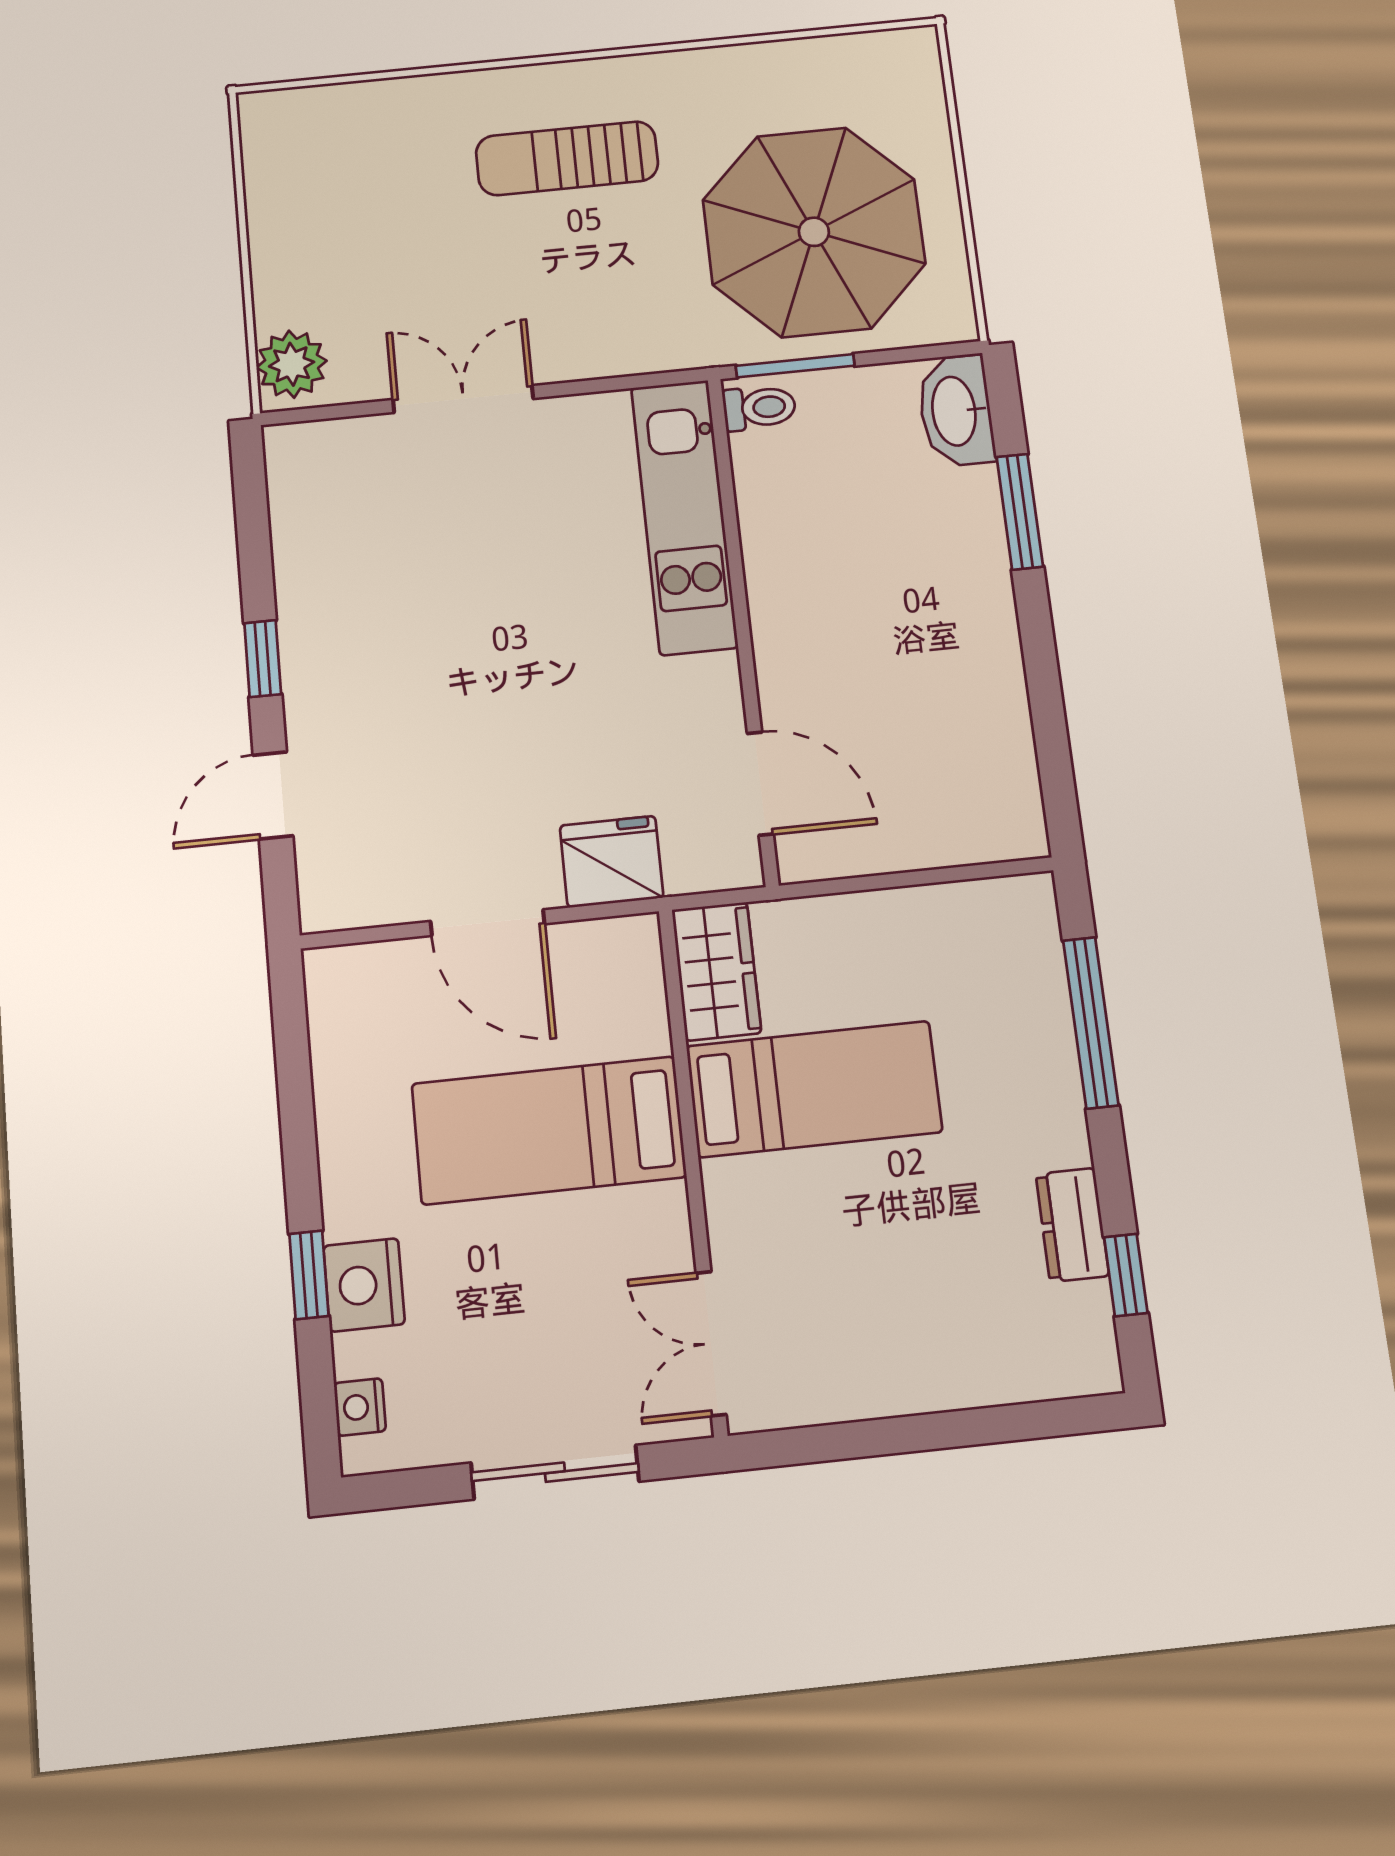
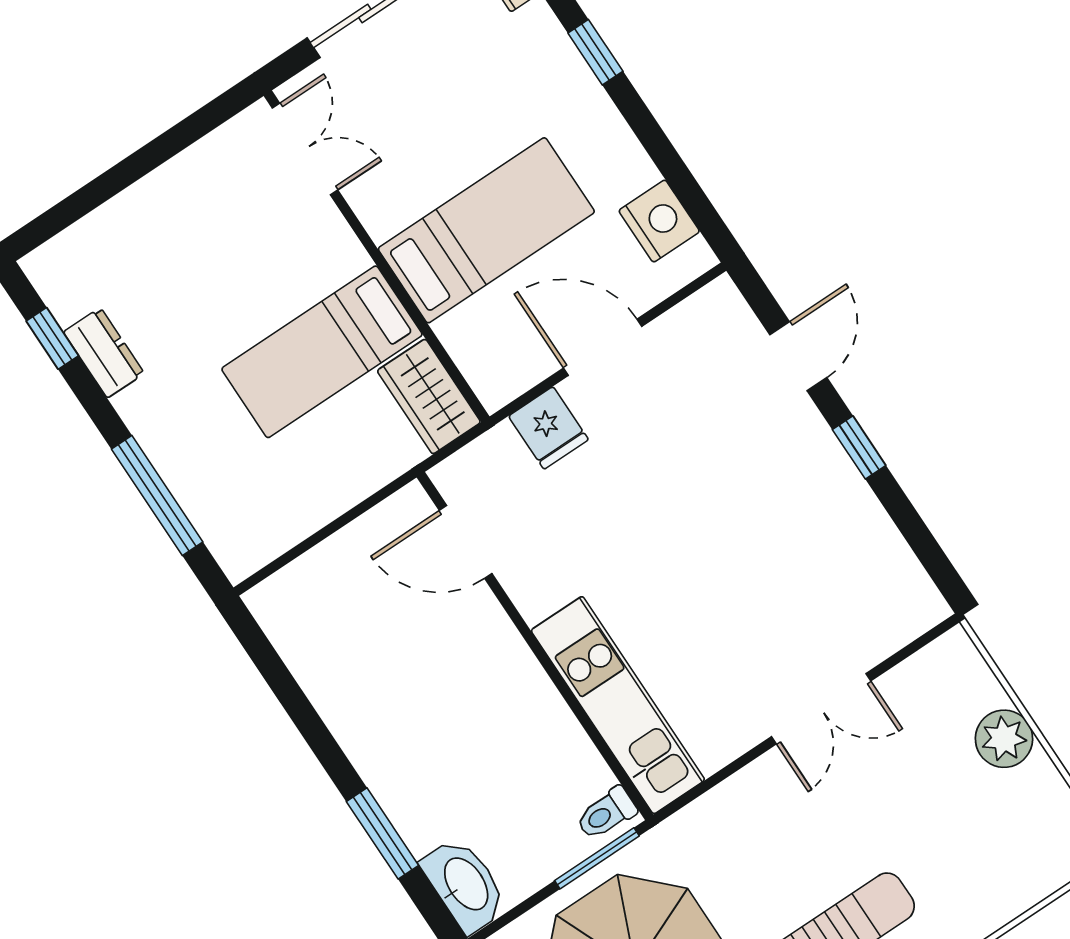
plant: (292, 364) -> (1004, 739), moved
fridge: (612, 862) -> (549, 428), width x0.72
nightstand: (364, 1285) -> (659, 221), moved

